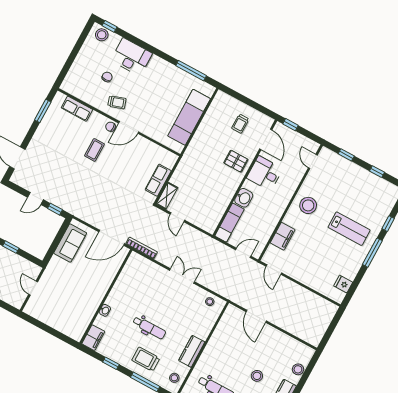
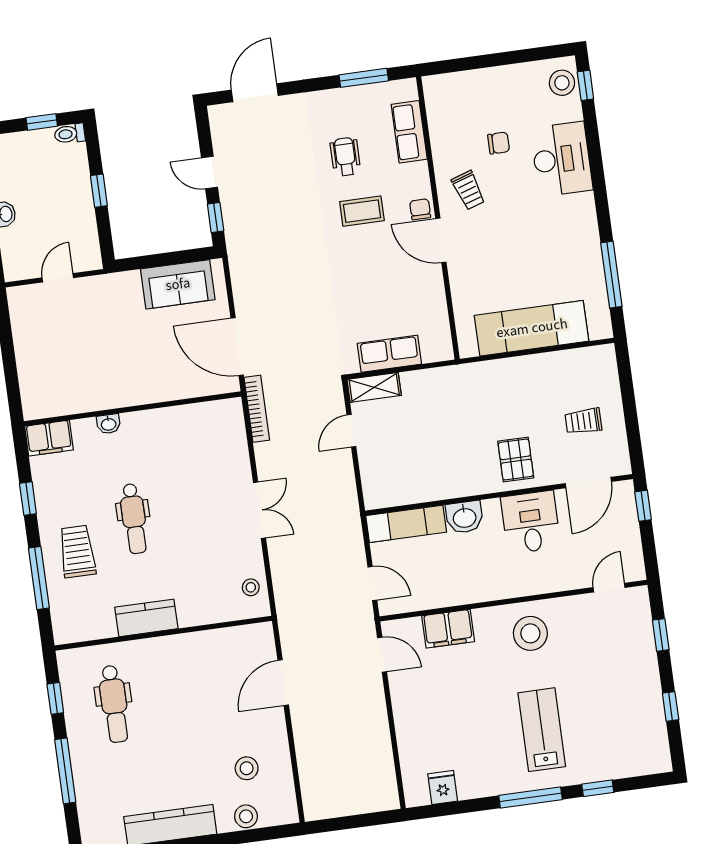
wheelchair: (68, 141) -> (345, 157), added
lab bench: (349, 229) -> (542, 730), turned 180
door: (274, 270) -> (382, 655), swing flipped
stool: (257, 376) -> (247, 768), moved
stool: (174, 378) -> (81, 622), removed

